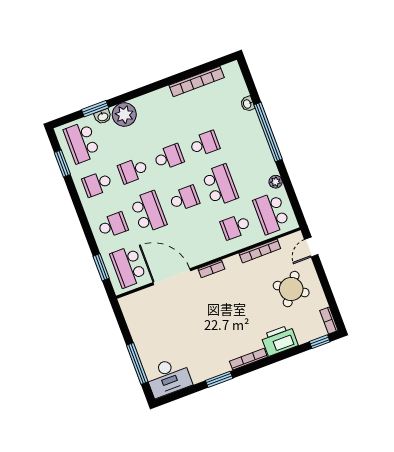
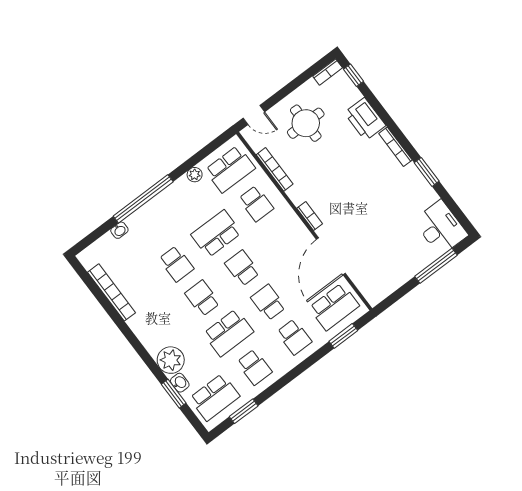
school desk: (205, 144) -> (176, 264), turned 180
school desk: (133, 170) -> (228, 333), width x1.85
school desk: (148, 212) -> (268, 303), width x0.54
school desk: (113, 225) -> (294, 337), turned 180
round table: (291, 289) -> (306, 123), turned -35

